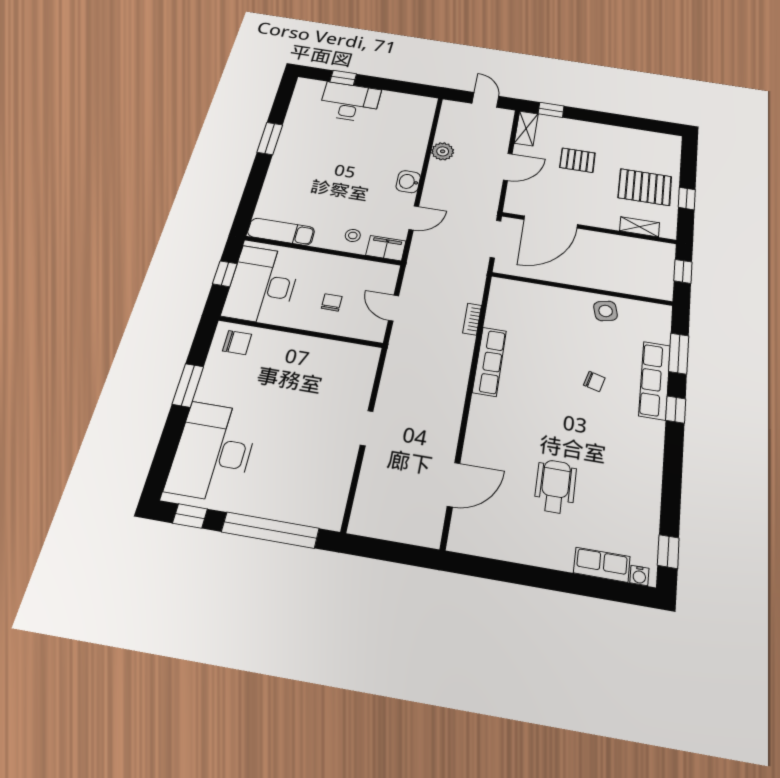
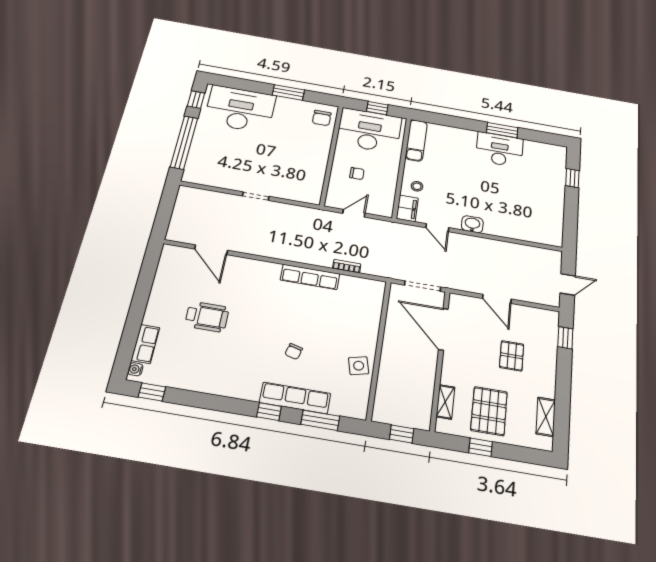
desk: (350, 102) -> (499, 150), moved, turned -90
shelving: (526, 128) -> (546, 417), moved, turned 90
plant: (443, 151) -> (506, 250), removed

